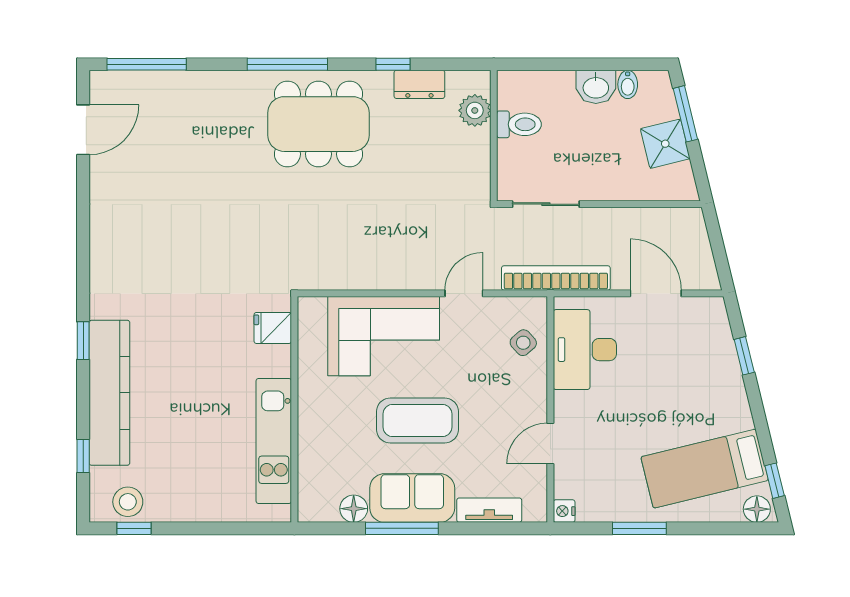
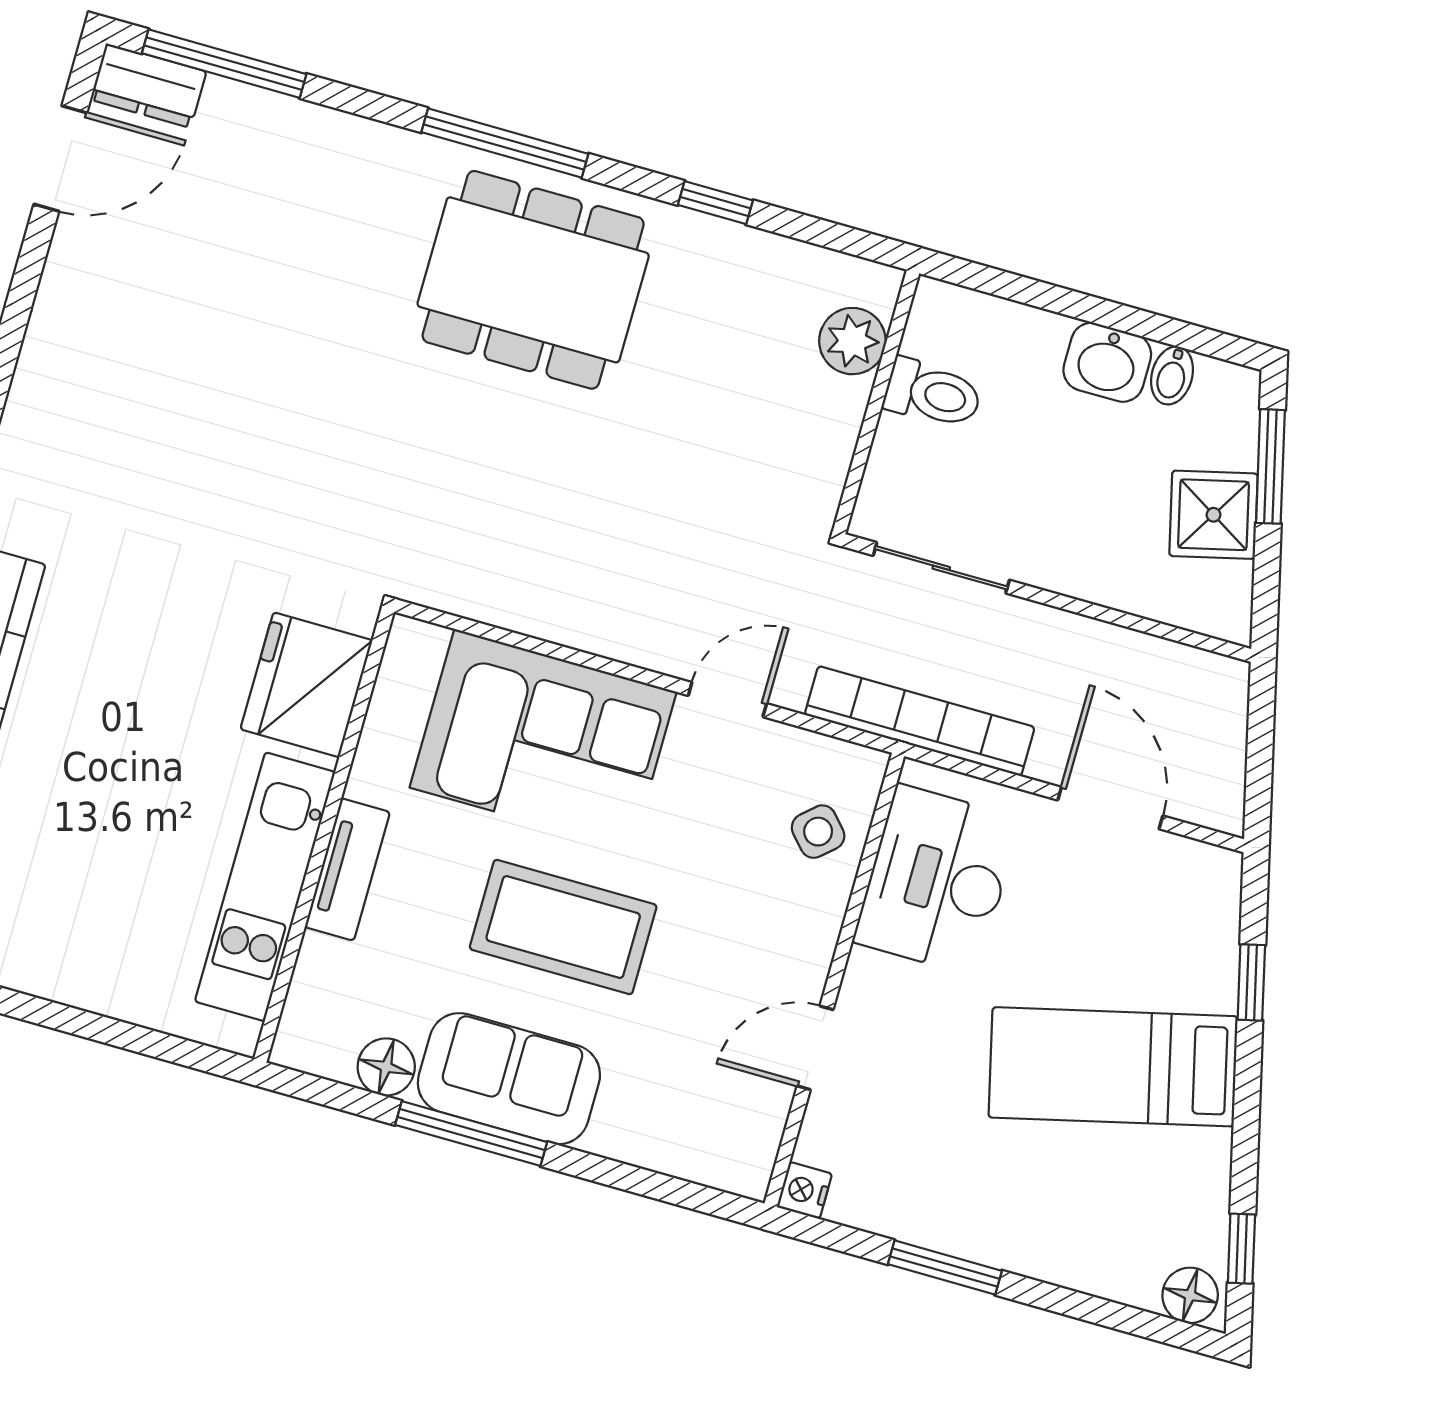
dresser: (419, 84) -> (148, 86), moved
fridge: (273, 328) -> (306, 685), width x1.88, depth x1.34
bed: (705, 469) -> (1113, 1067), moved
tv unit: (489, 510) -> (347, 869), moved, turned 90

